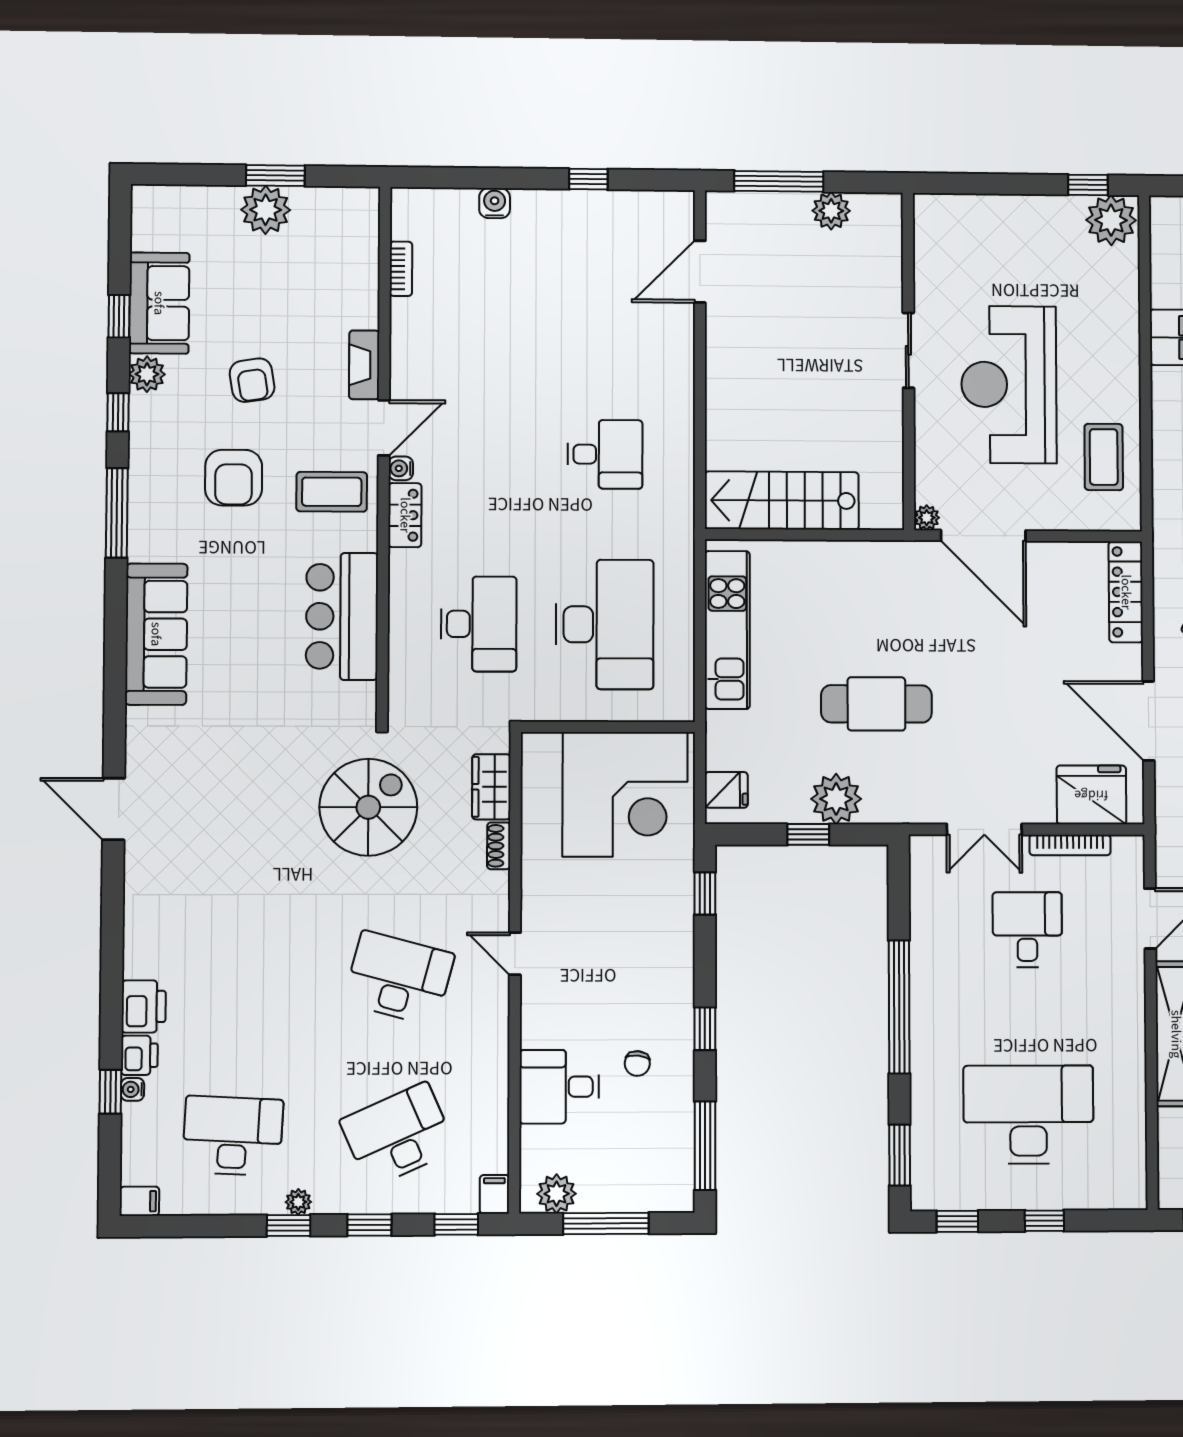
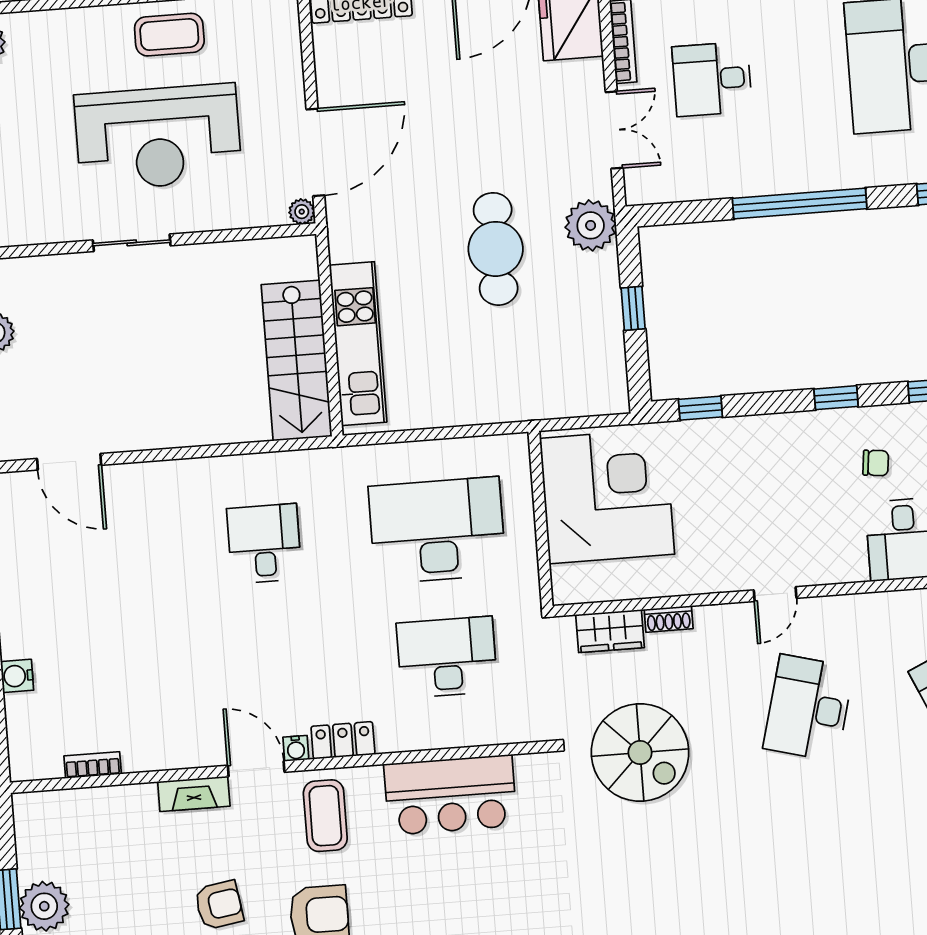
coffee table: (1104, 457) -> (169, 35), moved
kitchen unit: (727, 630) -> (358, 344), moved, turned 90
fridge: (726, 790) -> (595, 395), removed
plant: (836, 799) -> (591, 225), moved
spiral stairs: (368, 807) -> (640, 753), turned 180

